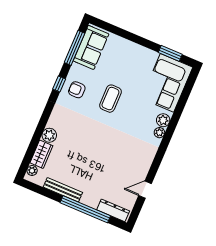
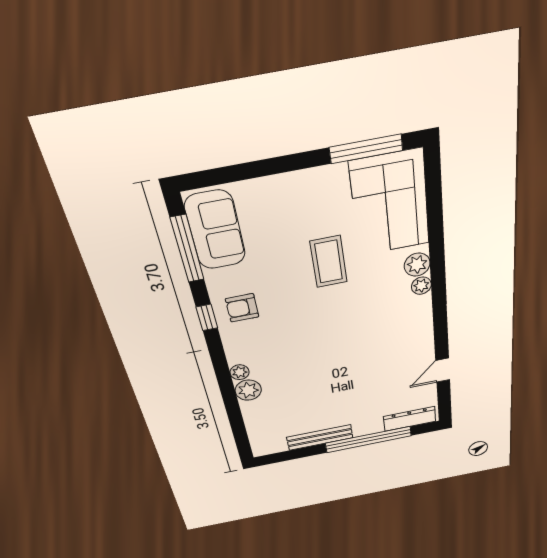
window: (170, 53) -> (366, 149), width x1.44
coffee table: (110, 99) -> (329, 262), moved
wardrobe: (41, 154) -> (256, 418), removed
plant: (32, 170) -> (240, 372), moved

